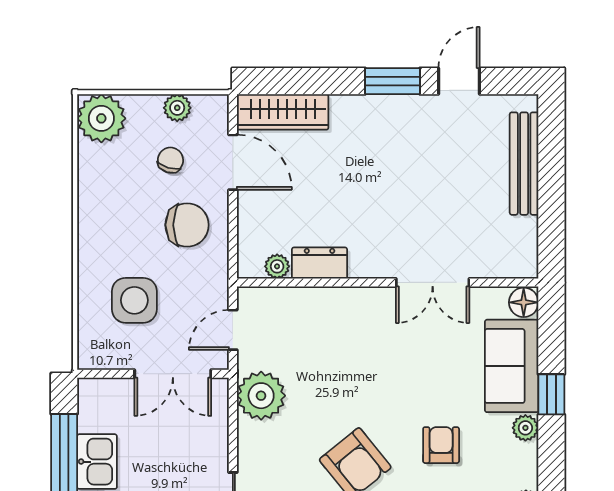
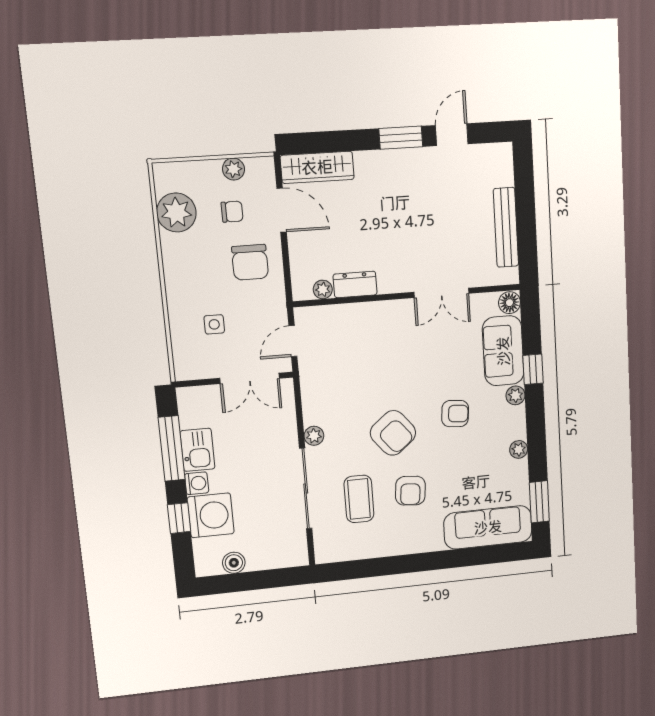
plant: (101, 118) -> (176, 213), moved
chair: (170, 160) -> (232, 212), turned 73
bench: (524, 164) -> (506, 227), moved
chair: (187, 225) -> (250, 262), turned 90
side table: (134, 300) -> (214, 324), width x0.54, depth x0.54
plant: (261, 396) -> (314, 436), moved, width x0.53, depth x0.53
armchair: (441, 445) -> (455, 414), turned 95

